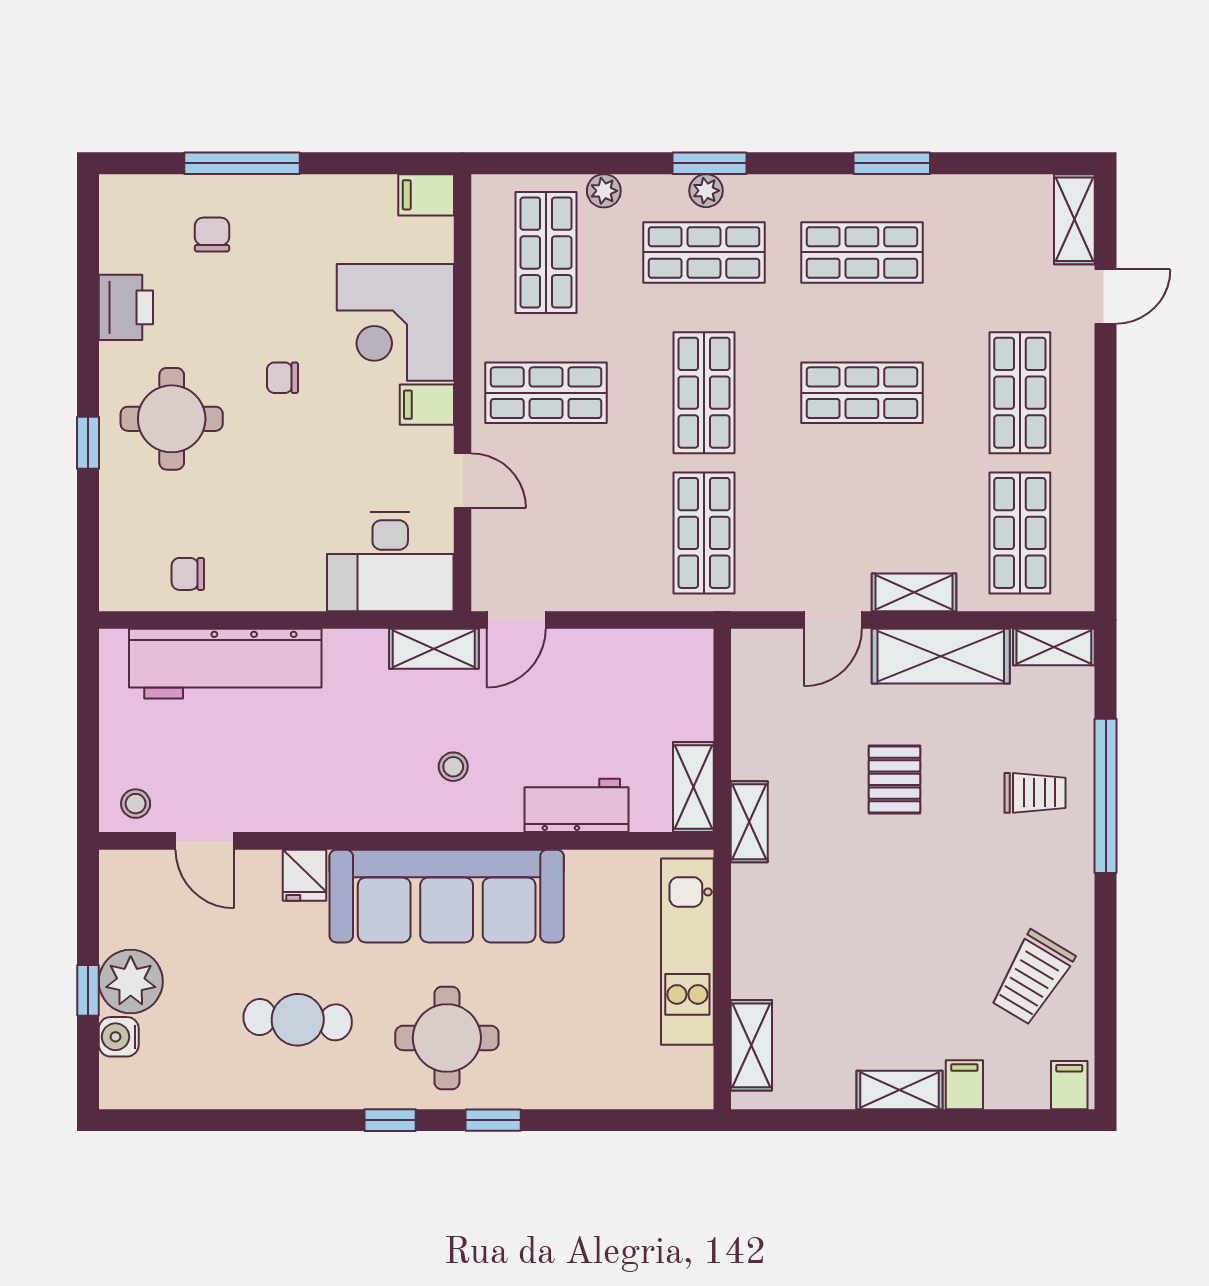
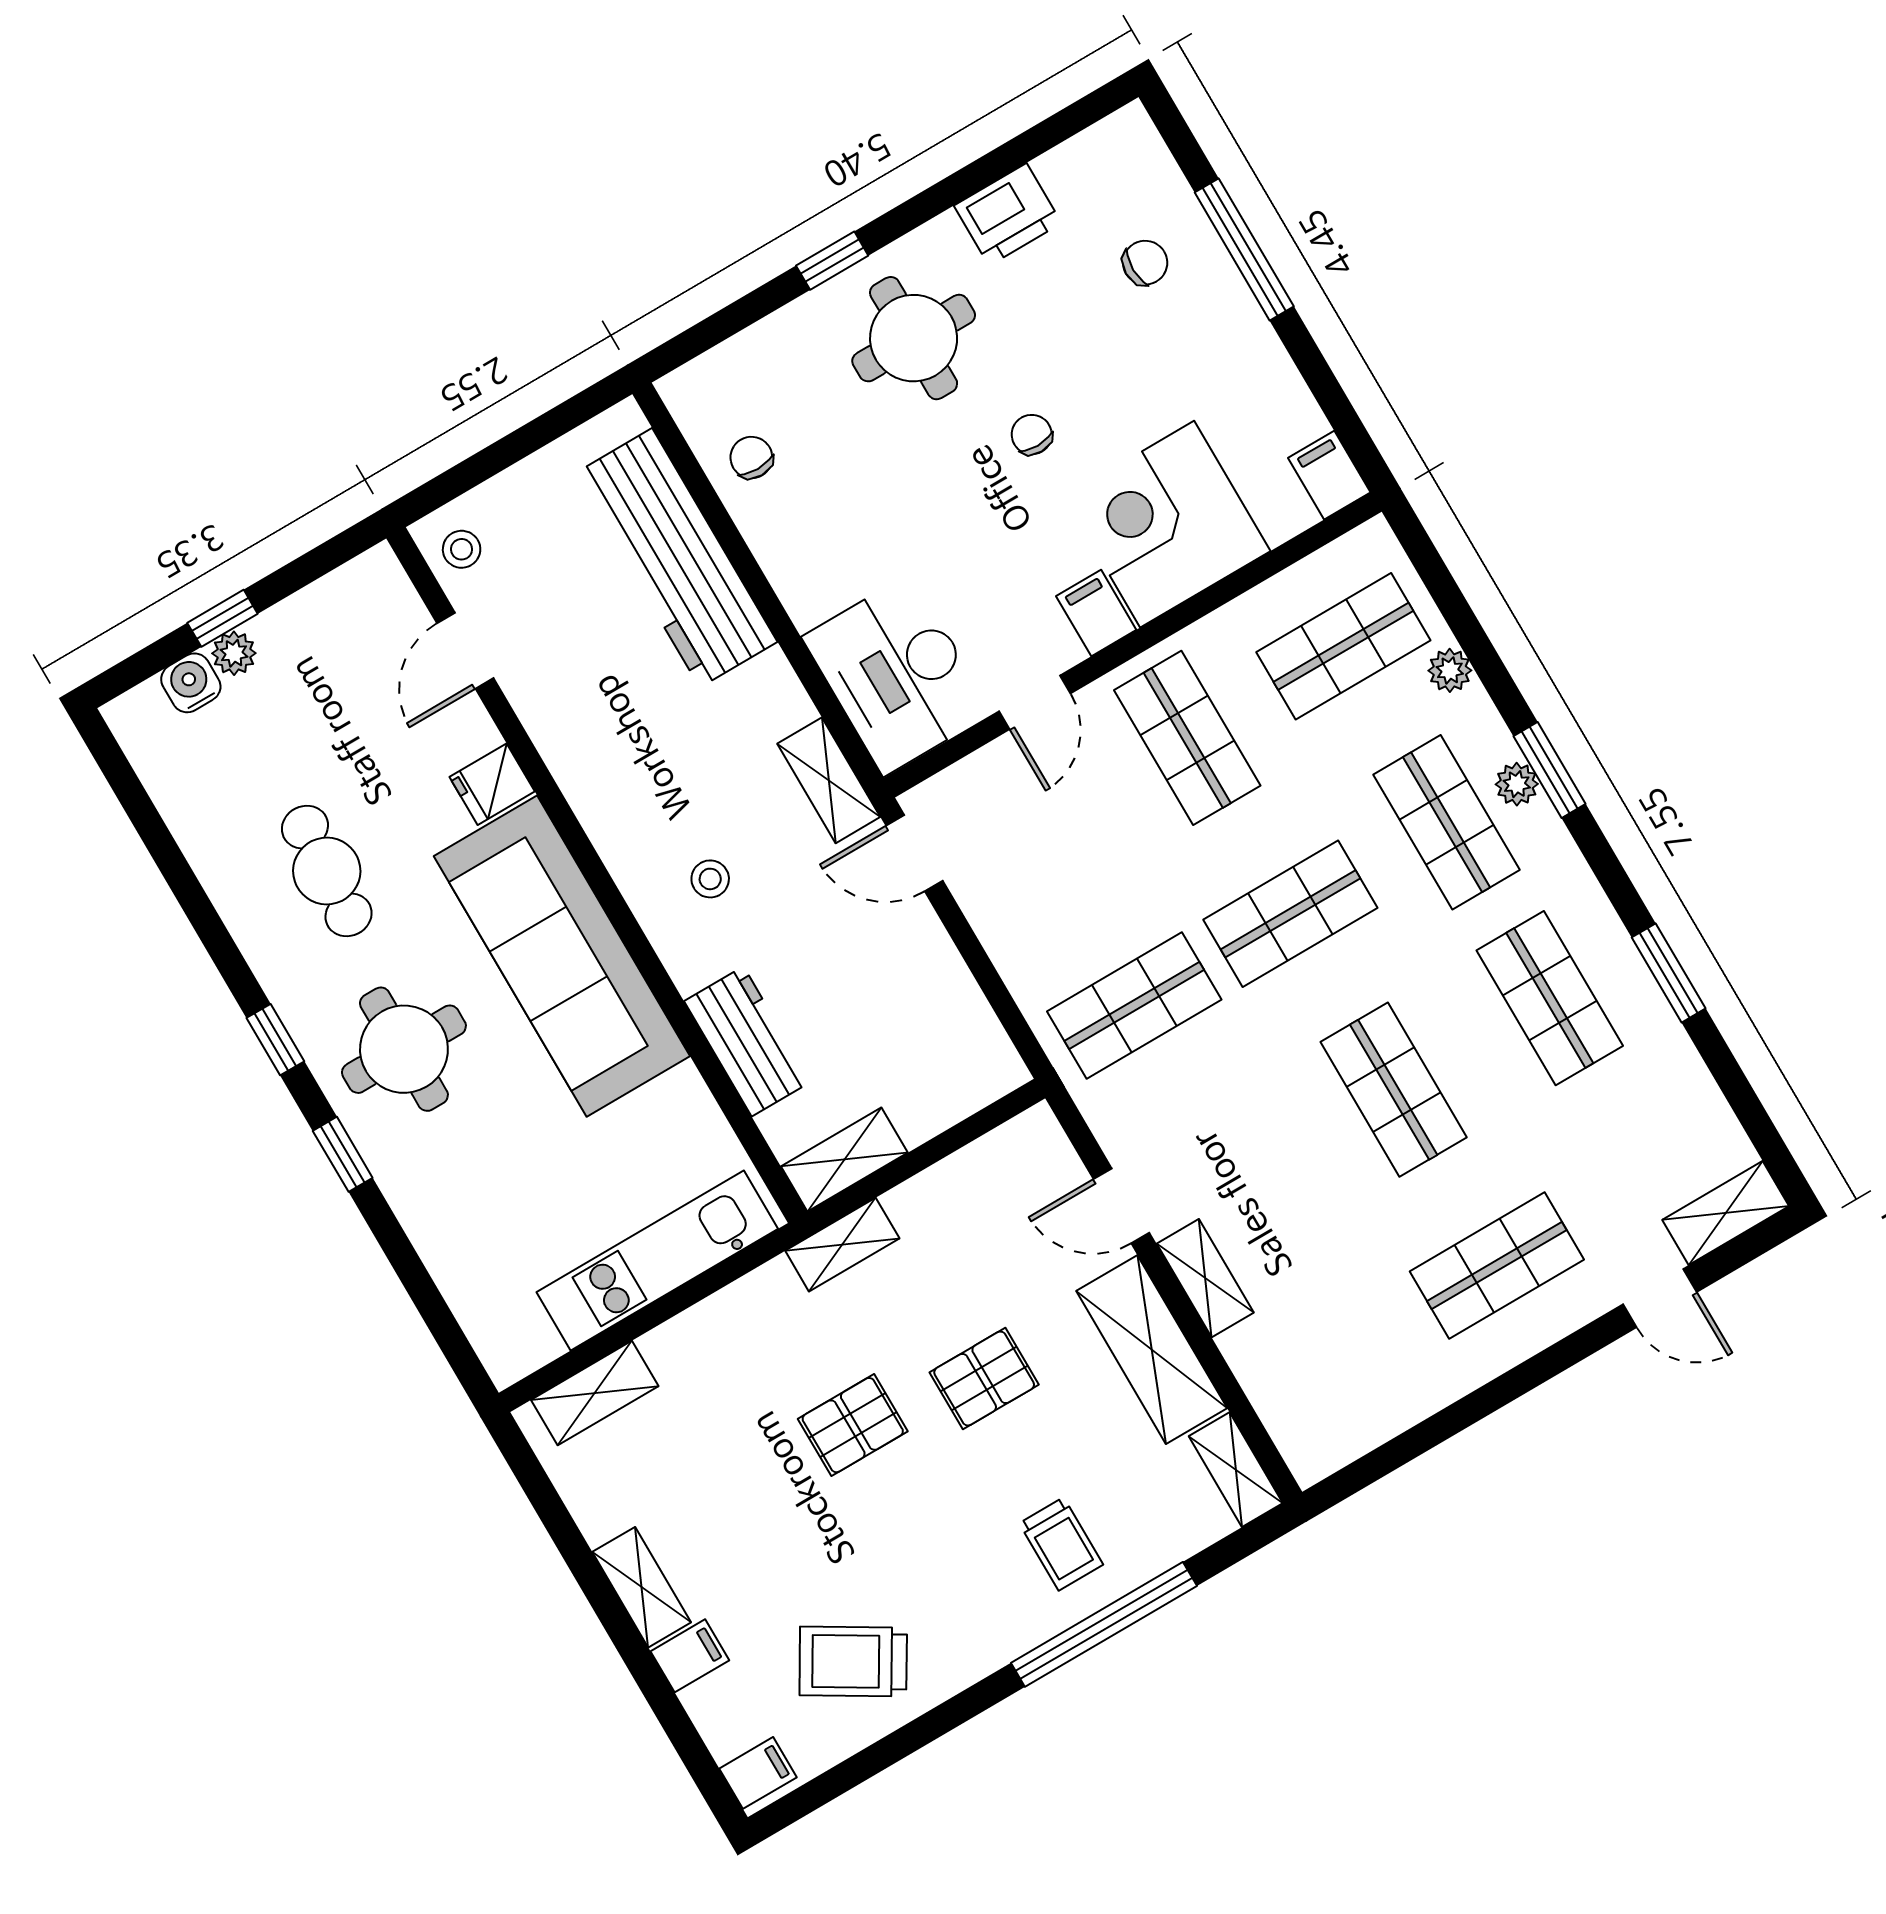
shop shelf: (1020, 533) -> (1341, 1357), removed
pallet: (874, 886) -> (853, 1425), added
plant: (131, 981) -> (234, 653), width x0.53, depth x0.53

